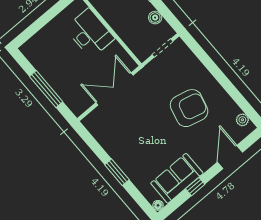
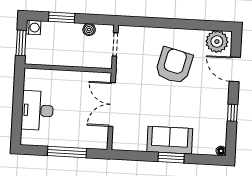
desk: (90, 33) -> (37, 110), moved, turned -90
plant: (242, 120) -> (217, 42), width x1.87, depth x1.87
sofa: (177, 178) -> (170, 140), moved, turned 90

